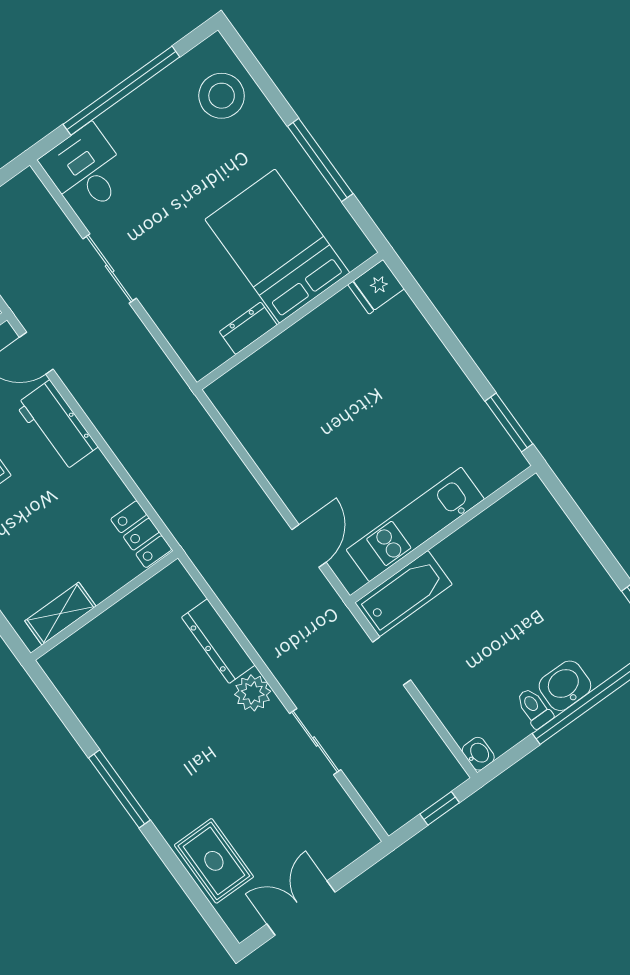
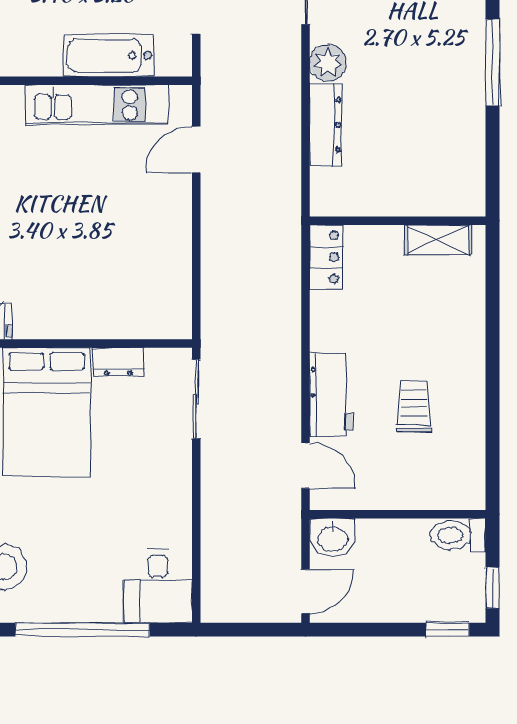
sliding door: (110, 268) -> (196, 399), moved
bathtub: (404, 594) -> (109, 55), moved

